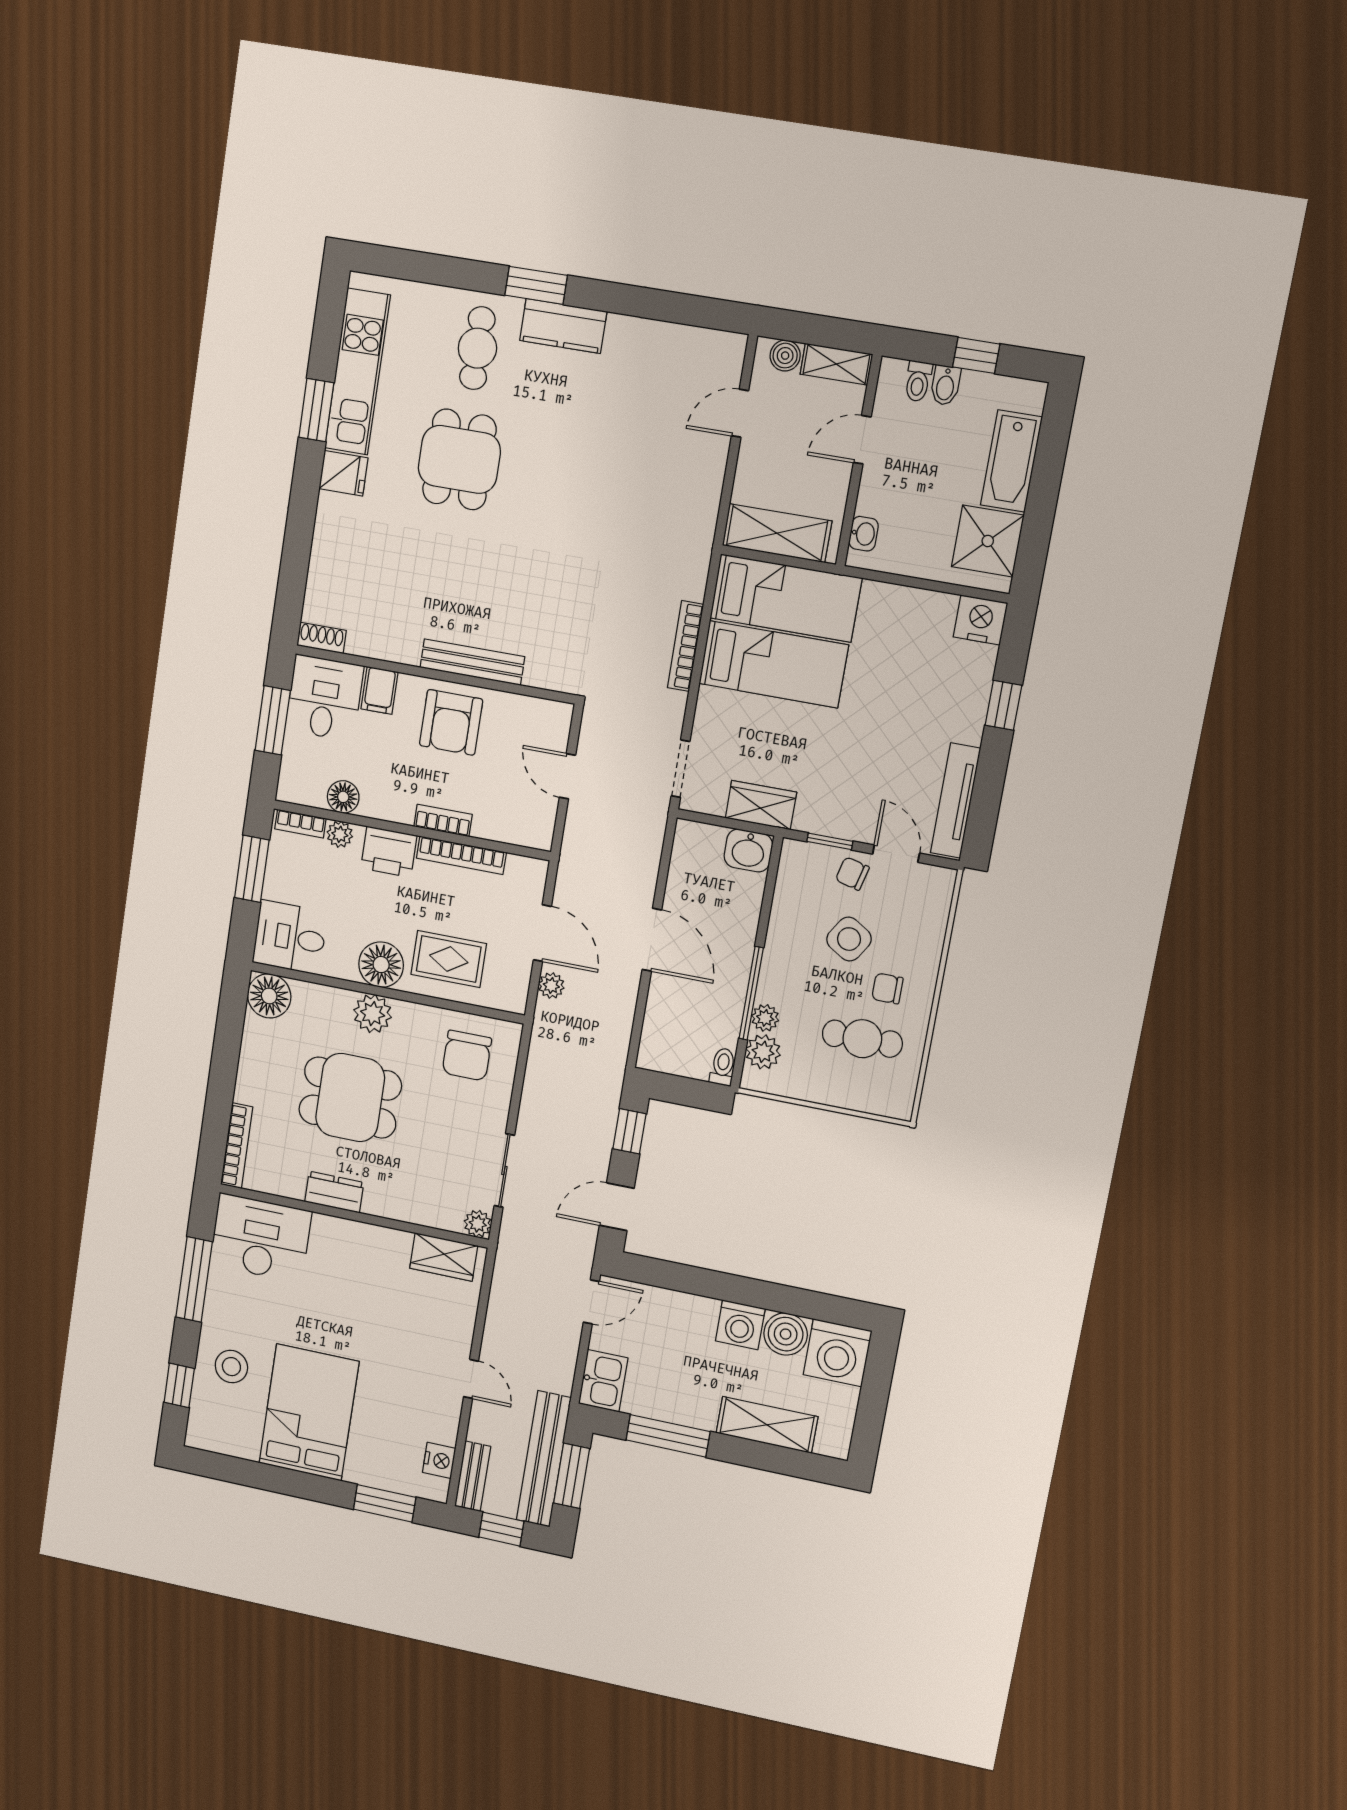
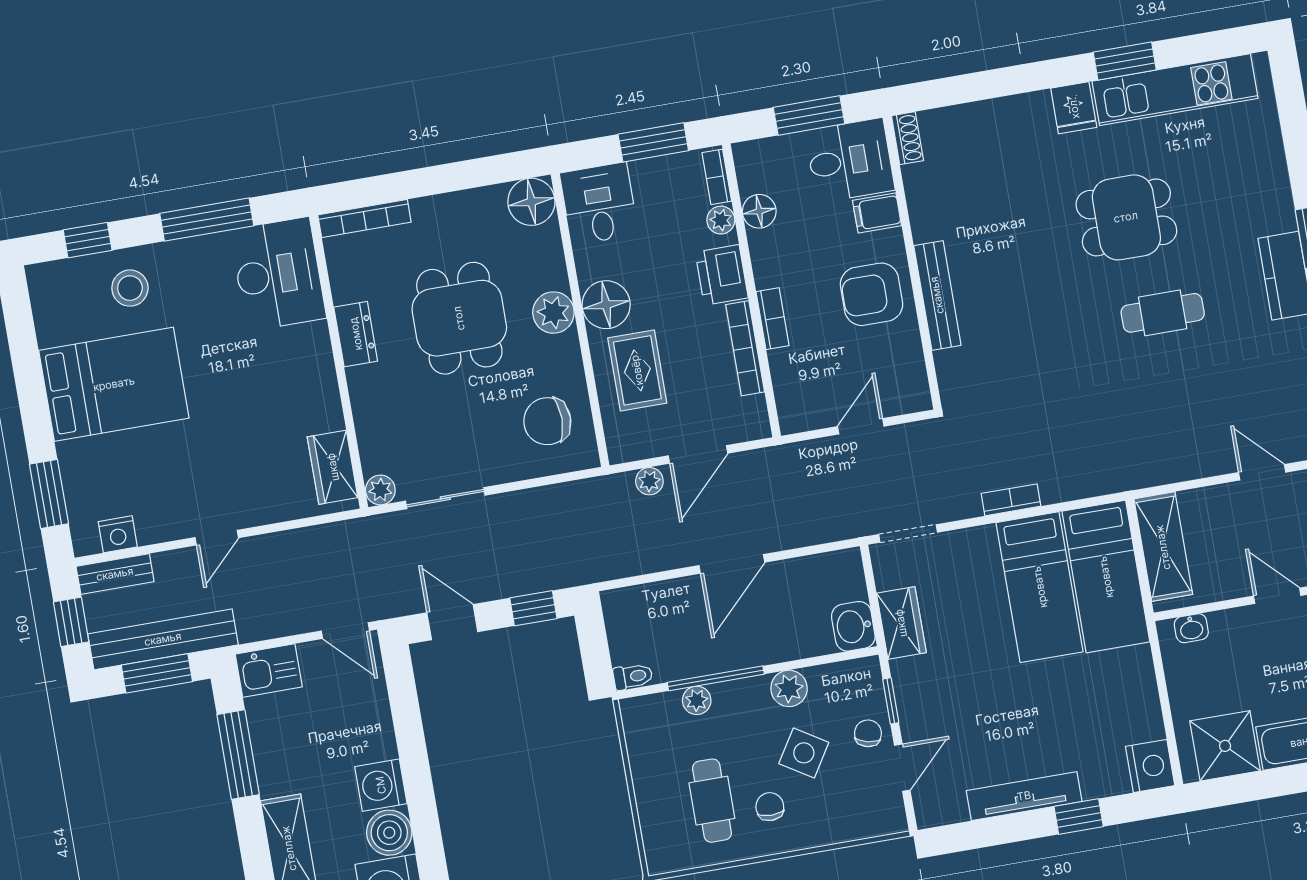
cafe table: (477, 348) -> (1163, 313), moved
bookcase: (685, 646) -> (1011, 500), width x0.64
tv unit: (955, 801) -> (1024, 796), moved
plant: (763, 1052) -> (789, 688), moved

